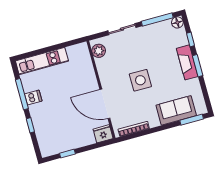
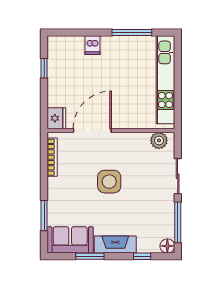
kitchen unit: (42, 61) -> (165, 80), width x1.36
window: (198, 66) -> (90, 256), moved
dishwasher: (33, 97) -> (92, 45), moved
sofa: (176, 110) -> (70, 240), moved, turned -90
window: (192, 120) -> (44, 216), moved
window: (30, 125) -> (91, 33), removed

